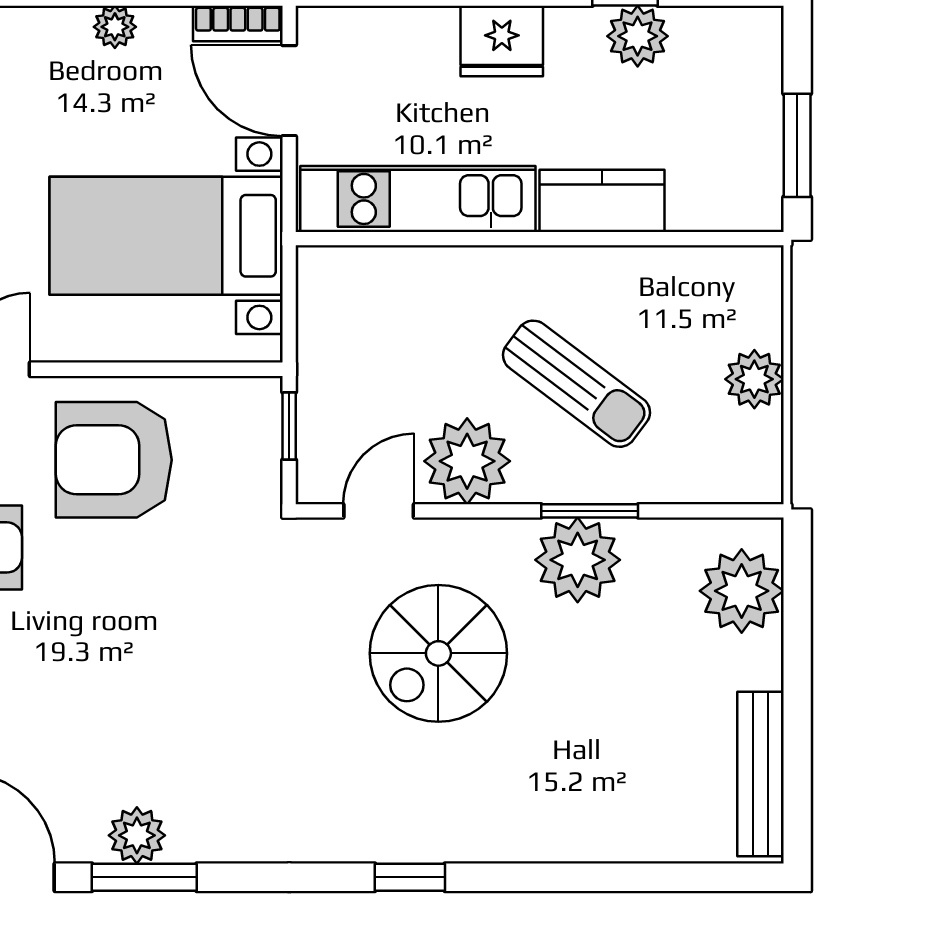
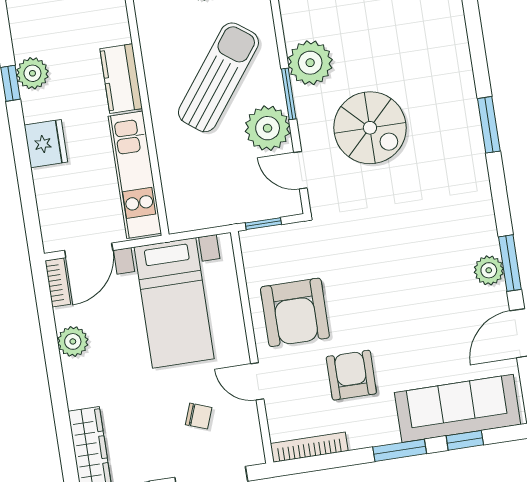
plant: (115, 27) -> (73, 341), width x1.38, depth x1.38
sun lounger: (576, 384) -> (218, 77), width x1.36, depth x1.34
window: (590, 511) -> (289, 94), moved
window: (410, 877) -> (489, 125), width x1.50

